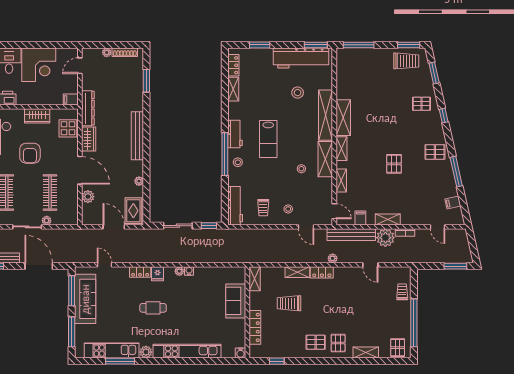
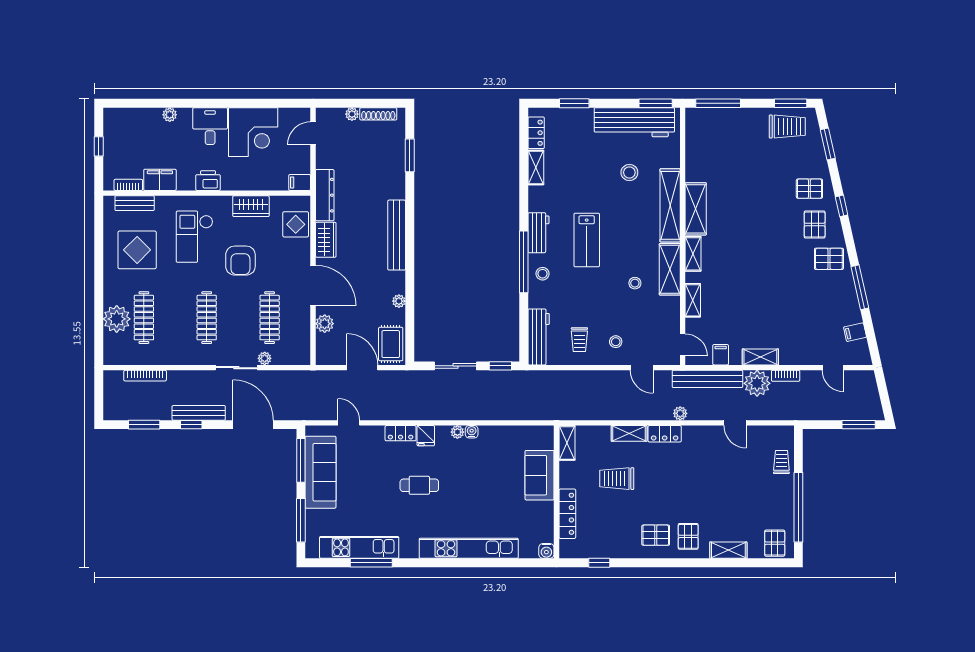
pallet: (394, 164) -> (815, 224), moved
plant: (146, 352) -> (409, 550), removed

